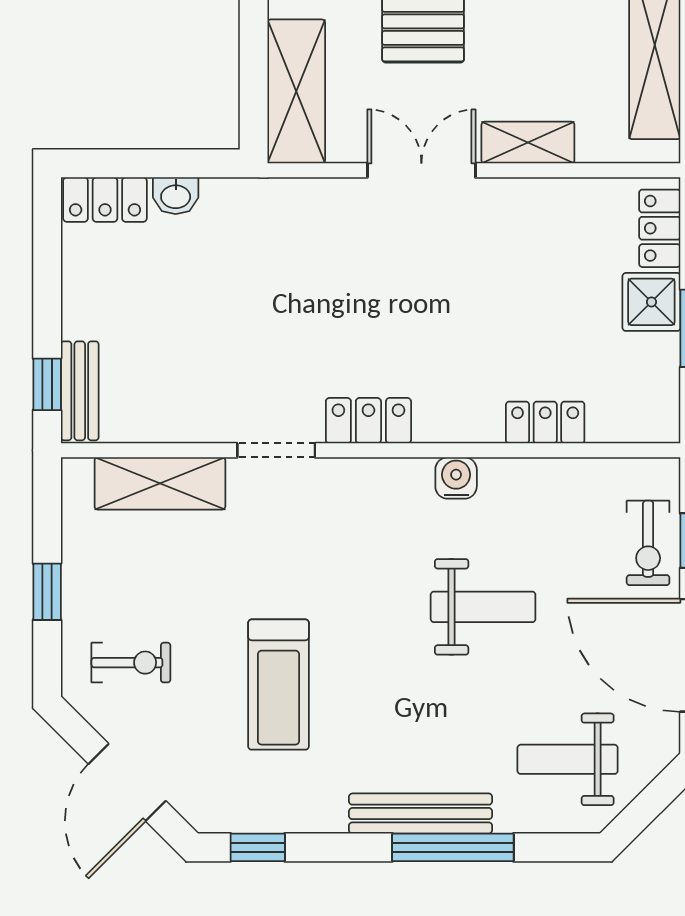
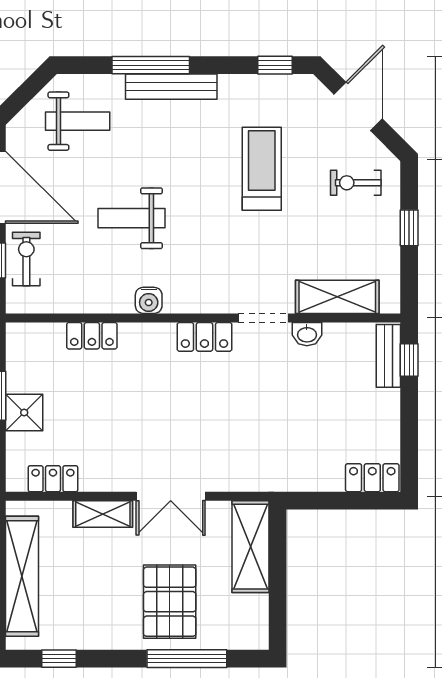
washbasin: (176, 196) -> (307, 334), moved, turned 180
locker: (660, 228) -> (53, 479), moved, turned -90

